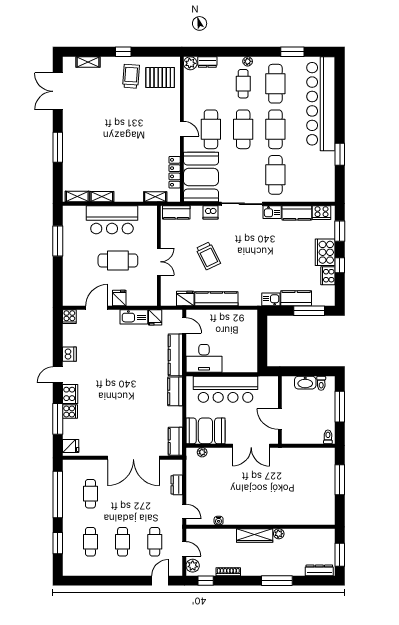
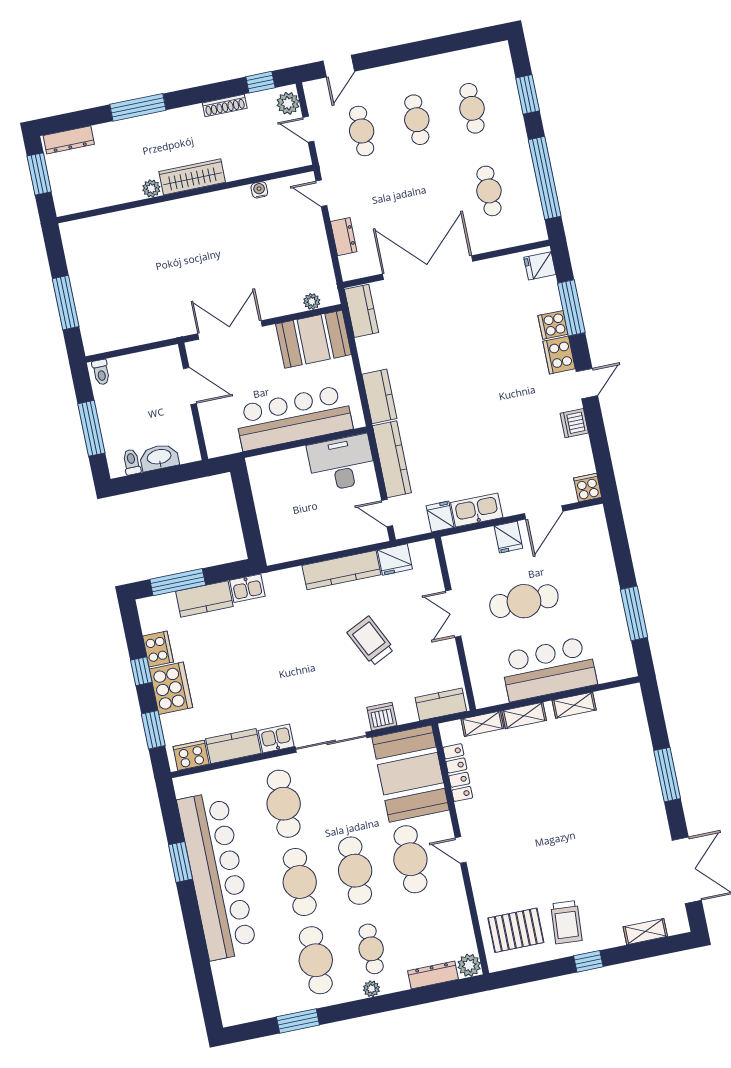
dresser: (207, 62) -> (433, 975), width x1.44
bar counter: (321, 104) -> (217, 876), moved
shelving: (77, 197) -> (524, 716), moved

